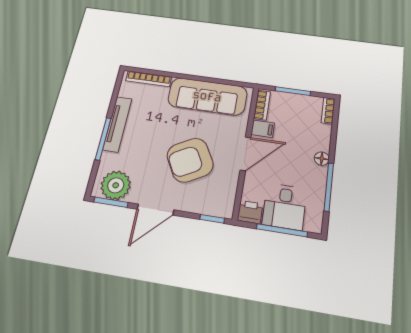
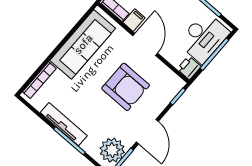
armchair: (190, 160) -> (126, 87), turned -61
desk: (284, 207) -> (204, 37), width x1.37

